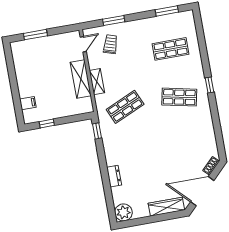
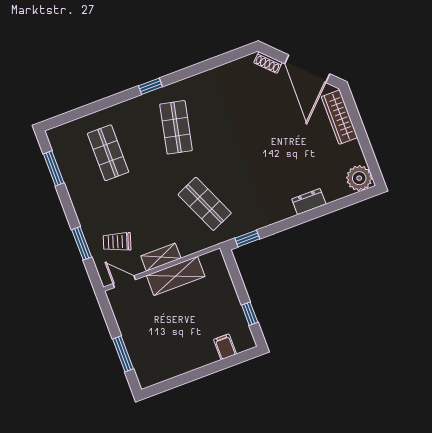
shelving: (97, 82) -> (161, 257), moved

